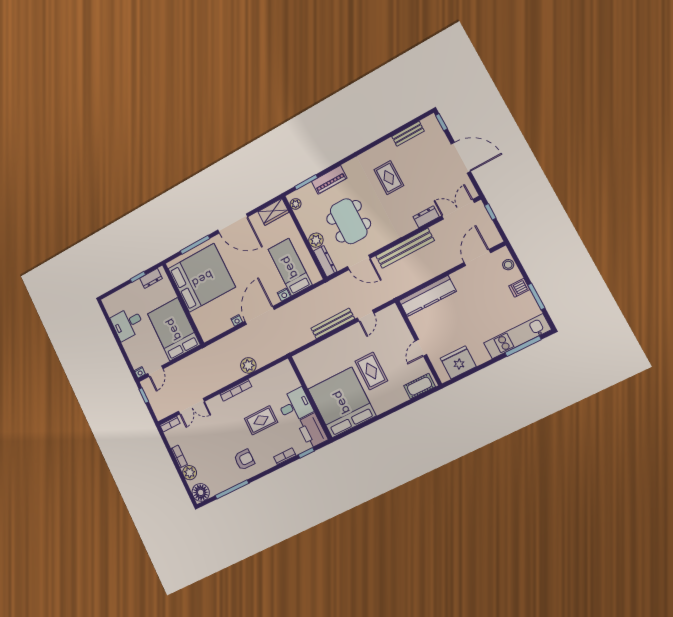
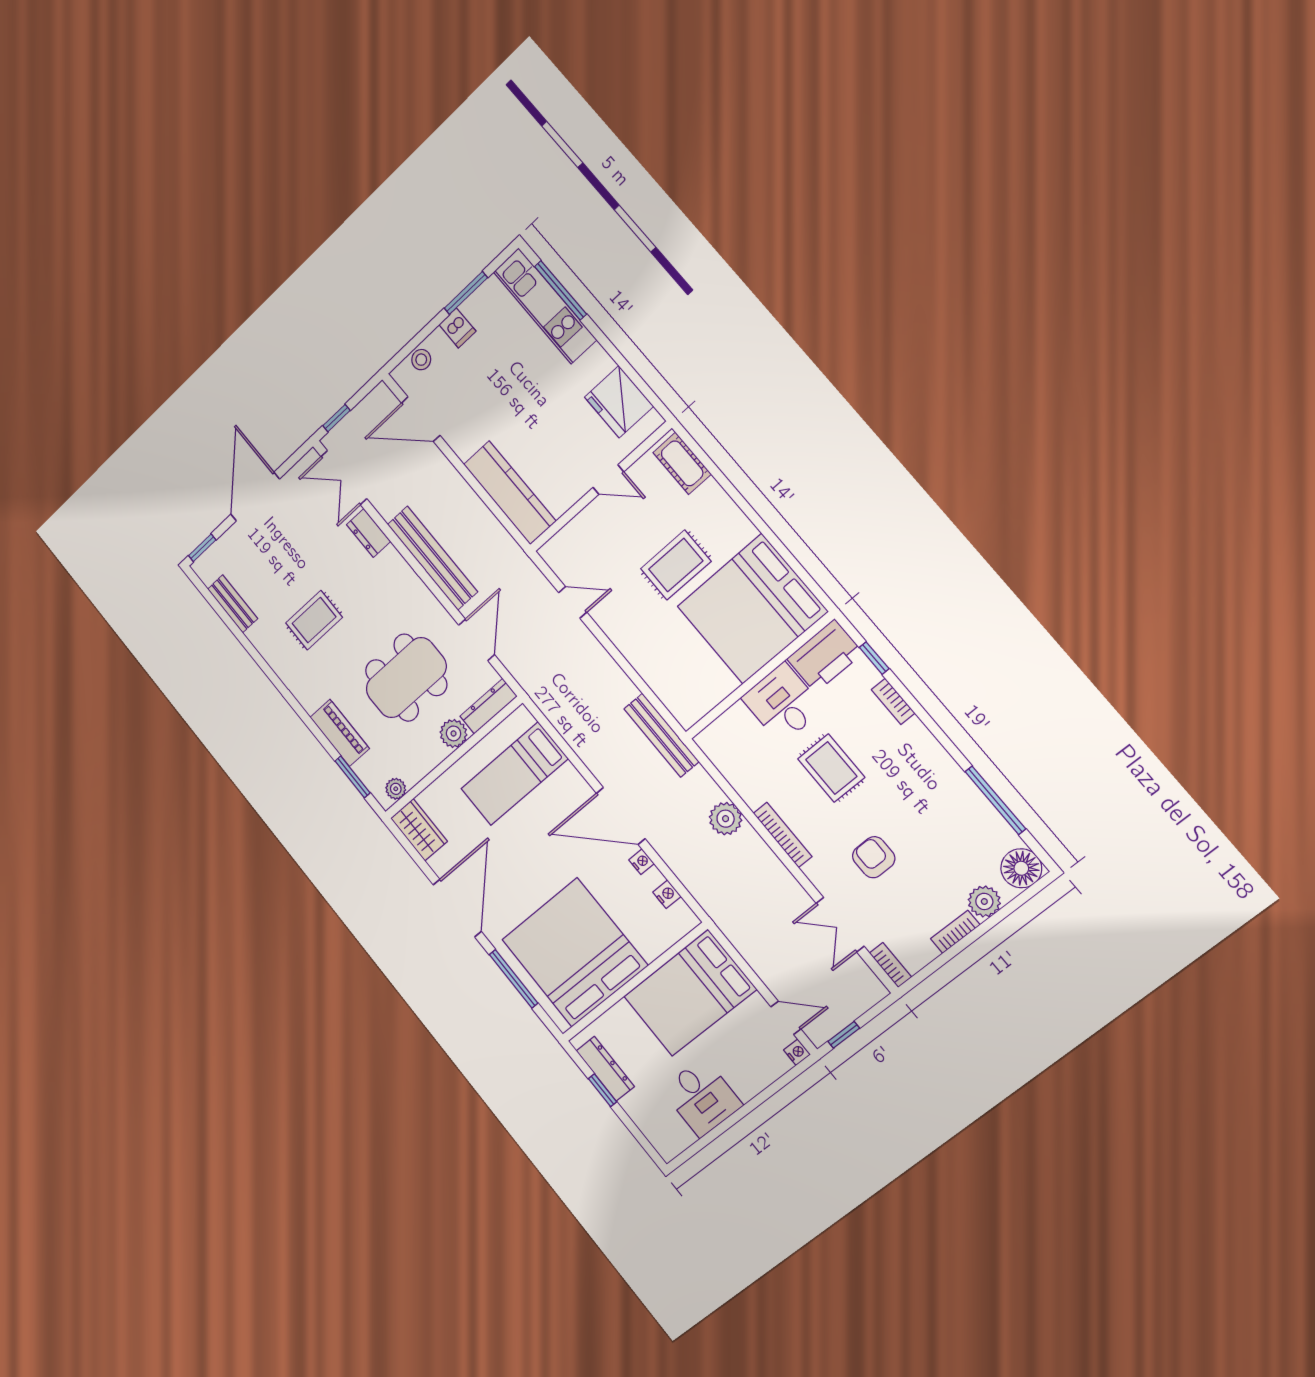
dresser: (151, 278) -> (605, 1069), width x1.44
nightstand: (284, 295) -> (667, 894), moved
bench: (333, 324) -> (661, 735), moved
double door: (191, 406) -> (840, 925), swing flipped
armchair: (244, 460) -> (874, 857), moved

